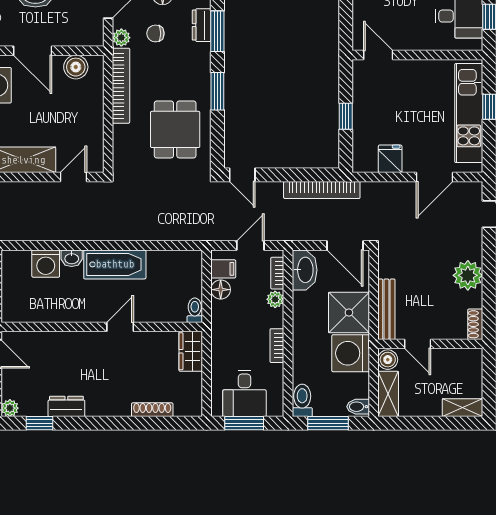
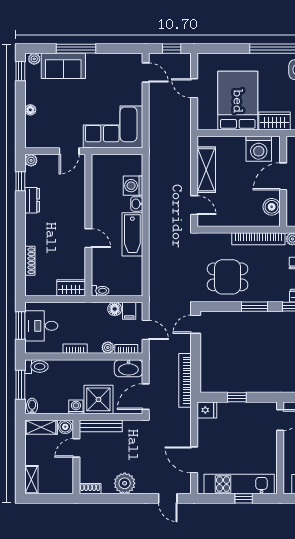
fridge: (390, 159) -> (207, 410), moved
washing machine: (351, 353) -> (76, 407), width x0.53, depth x0.53

